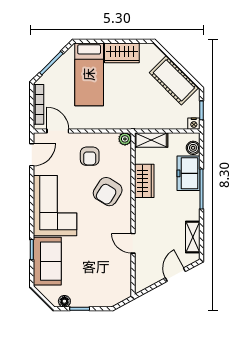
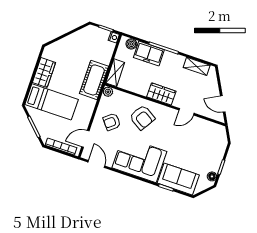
cot: (174, 80) -> (94, 80), moved, turned -45
armchair: (90, 156) -> (112, 122), turned 141
wardrobe: (144, 181) -> (161, 94), moved
door: (175, 275) -> (223, 104), moved

